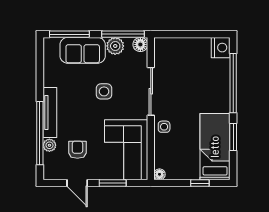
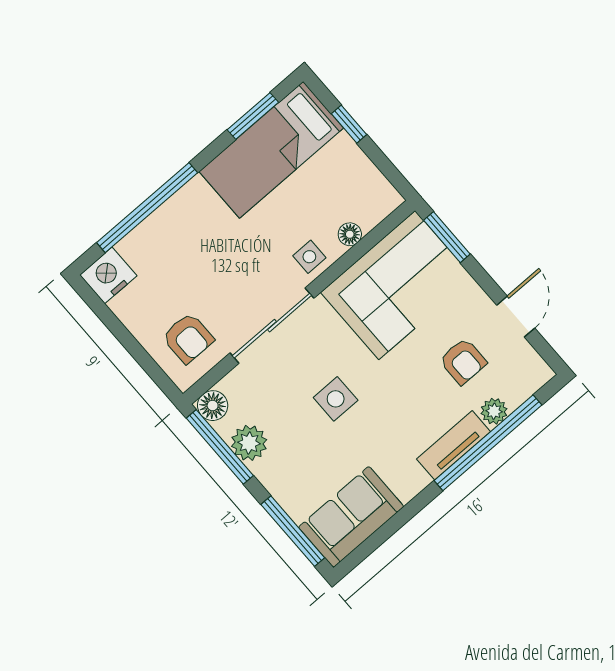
sofa: (83, 50) -> (351, 517), moved, turned -90
armchair: (173, 57) -> (188, 338), added
tv unit: (50, 112) -> (454, 445), width x0.71
window: (233, 137) -> (253, 116), moved
armchair: (77, 150) -> (463, 361), turned -90
floor lamp: (159, 174) -> (350, 234), moved
window: (113, 183) -> (447, 237), moved

